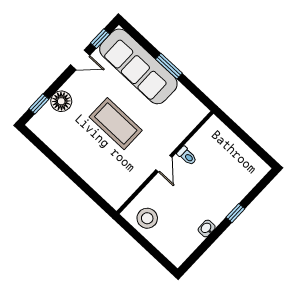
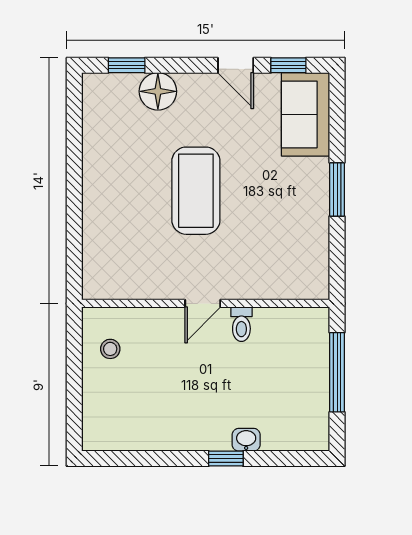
sofa: (138, 66) -> (306, 114), width x0.54, depth x0.79
window: (243, 135) -> (337, 372), added
stool: (147, 218) -> (110, 349), width x0.53, depth x0.53
washbasin: (207, 228) -> (246, 440), moved

